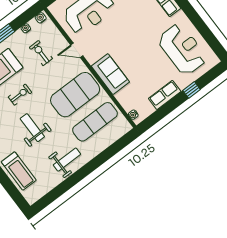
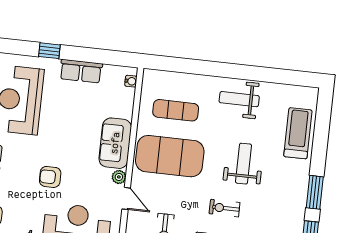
armchair: (128, 24) -> (50, 177), added
plant: (91, 58) -> (119, 177), added
exercise mat: (95, 122) -> (176, 110), width x0.73, depth x0.69
weight bench: (32, 128) -> (243, 164), turned 180

